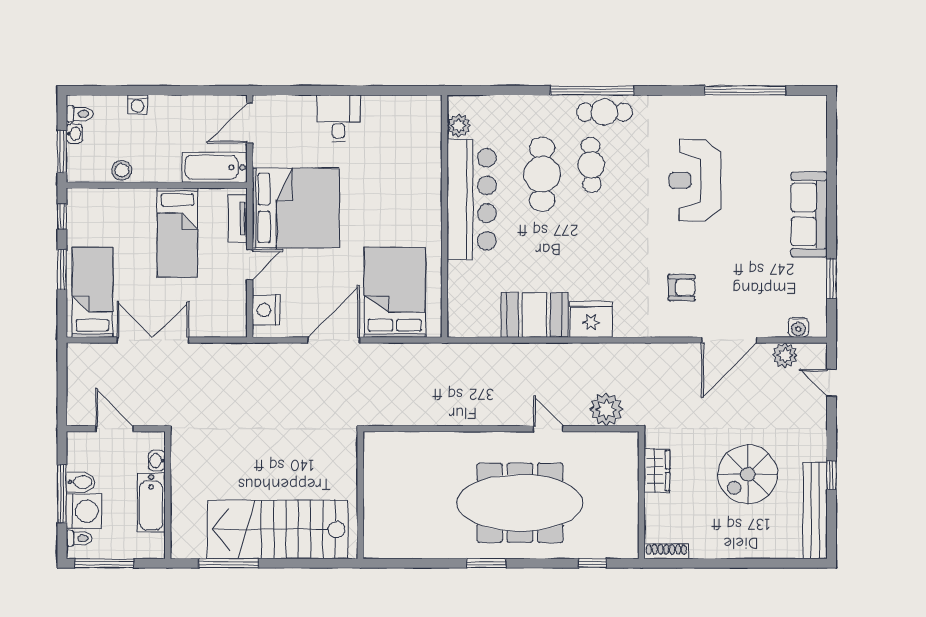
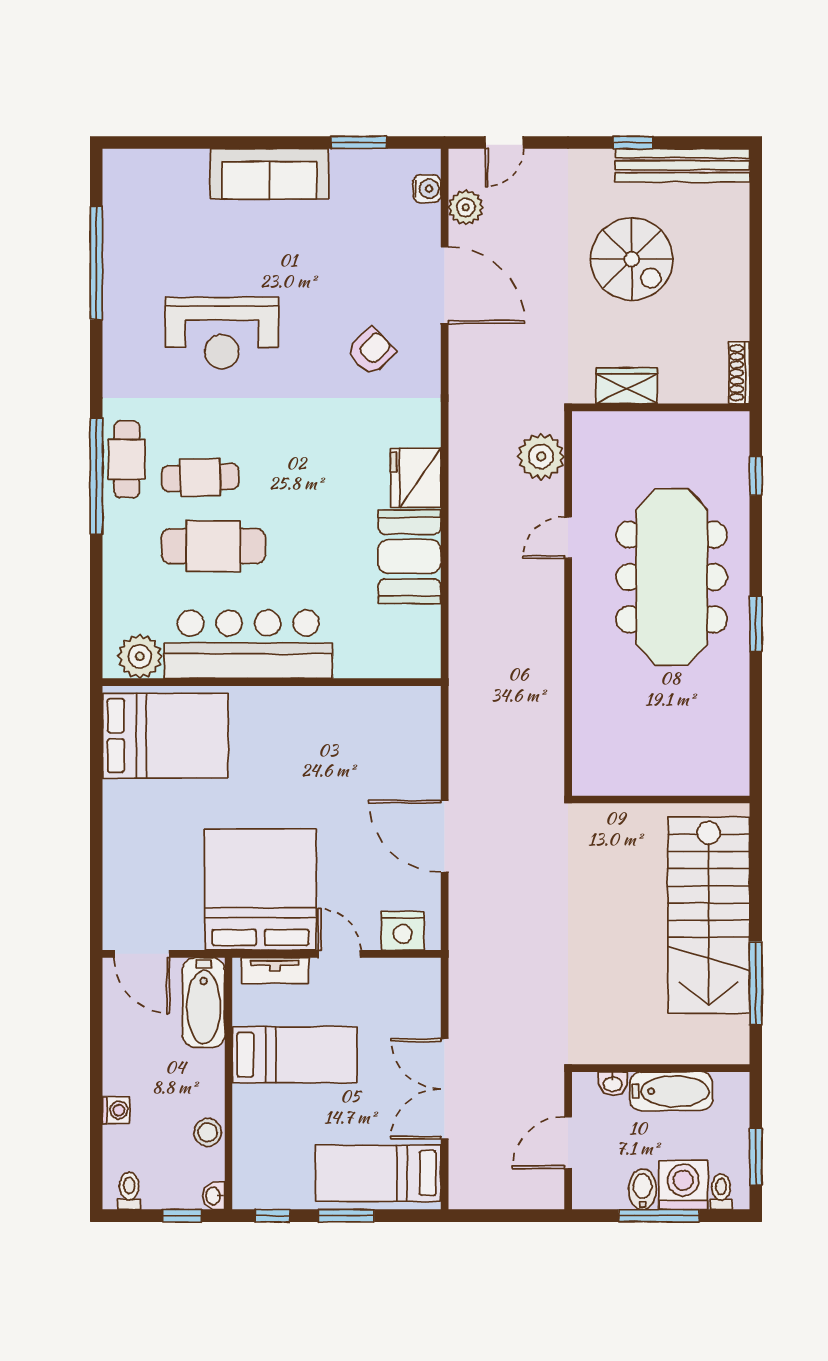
desk: (339, 118) -> (135, 830), removed
plant: (459, 126) -> (140, 656), width x1.36, depth x1.36
washbasin: (74, 134) -> (214, 1196), moved, turned -90
window: (62, 152) -> (182, 1216), width x0.67
armchair: (682, 288) -> (371, 351), turned 45
bed: (395, 292) -> (165, 736), moved, turned 180
window: (104, 563) -> (756, 1157), width x0.69

